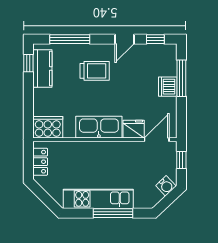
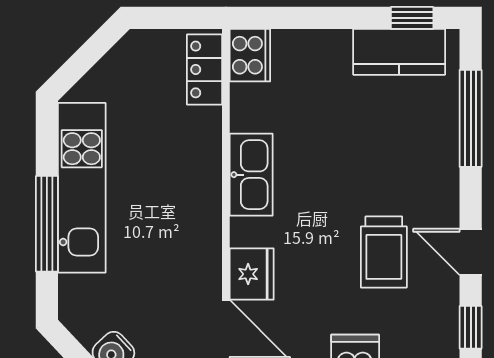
trolley: (95, 71) -> (384, 252), moved
cooker: (48, 127) -> (250, 55), width x0.73, depth x0.76
kitchen sink: (99, 127) -> (251, 175), width x0.73, depth x0.81
locker: (40, 162) -> (205, 69), moved, turned 90

